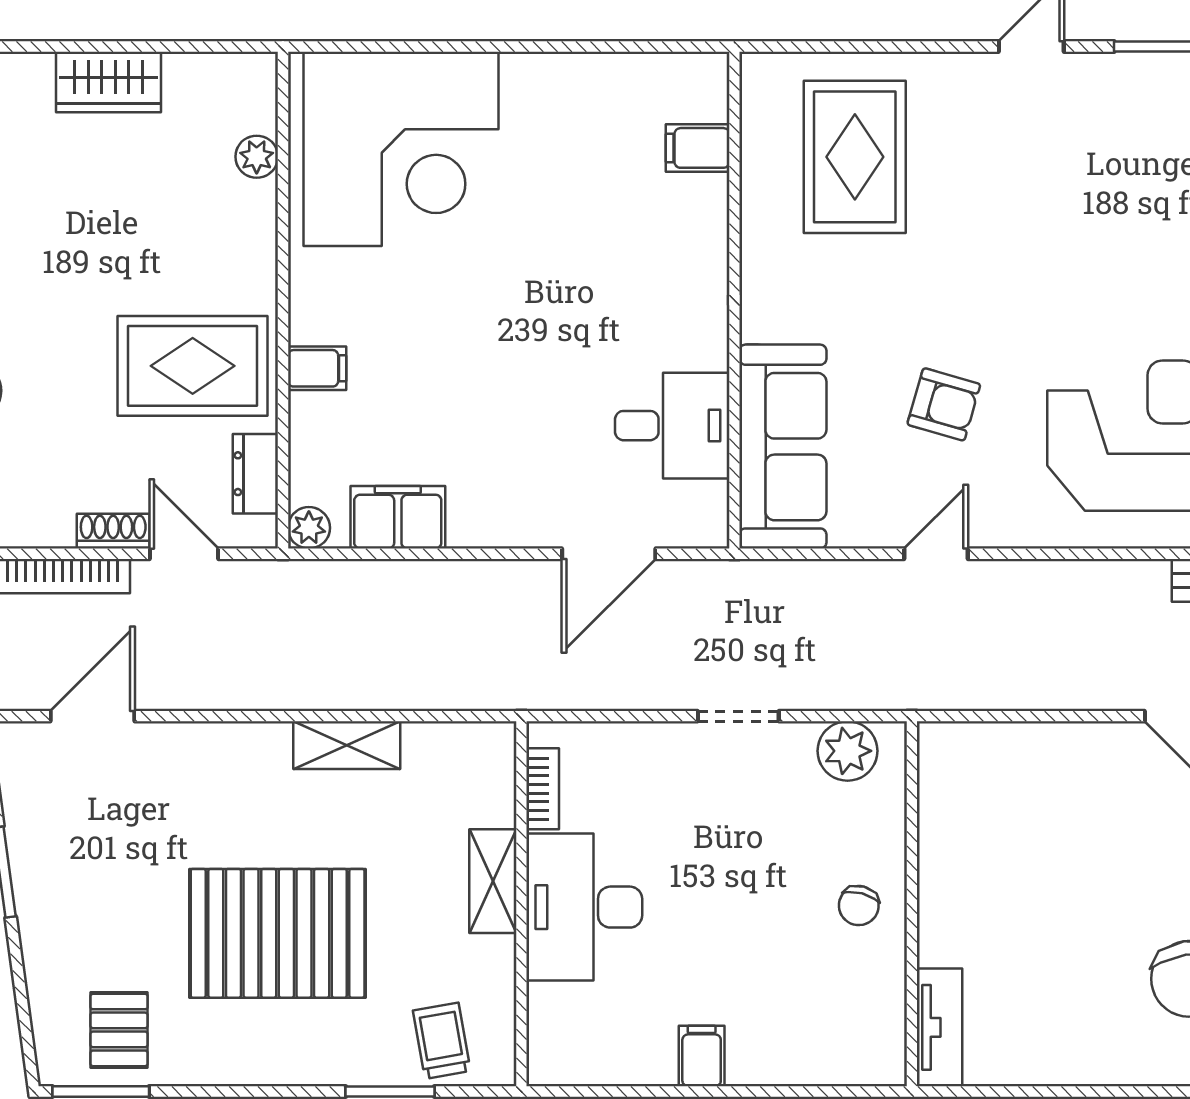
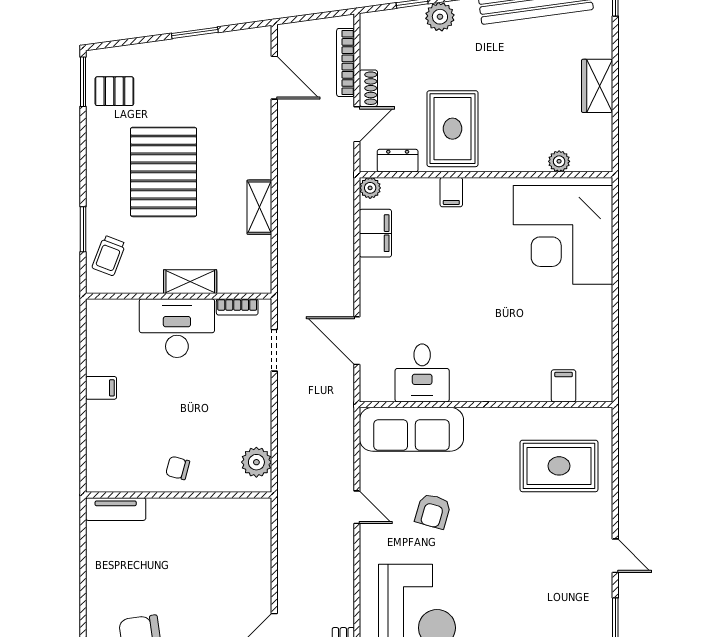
doorway: (738, 716) -> (274, 350), moved
trolley: (442, 1041) -> (109, 256), turned 121

